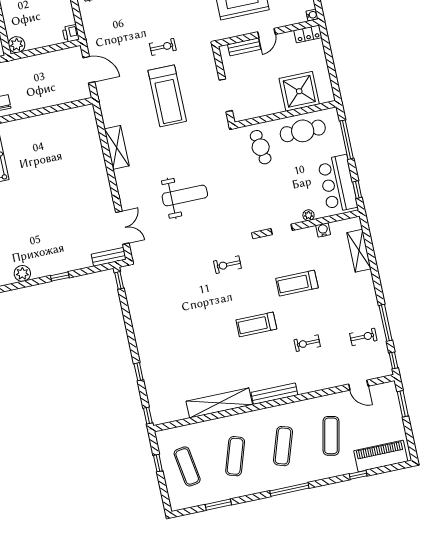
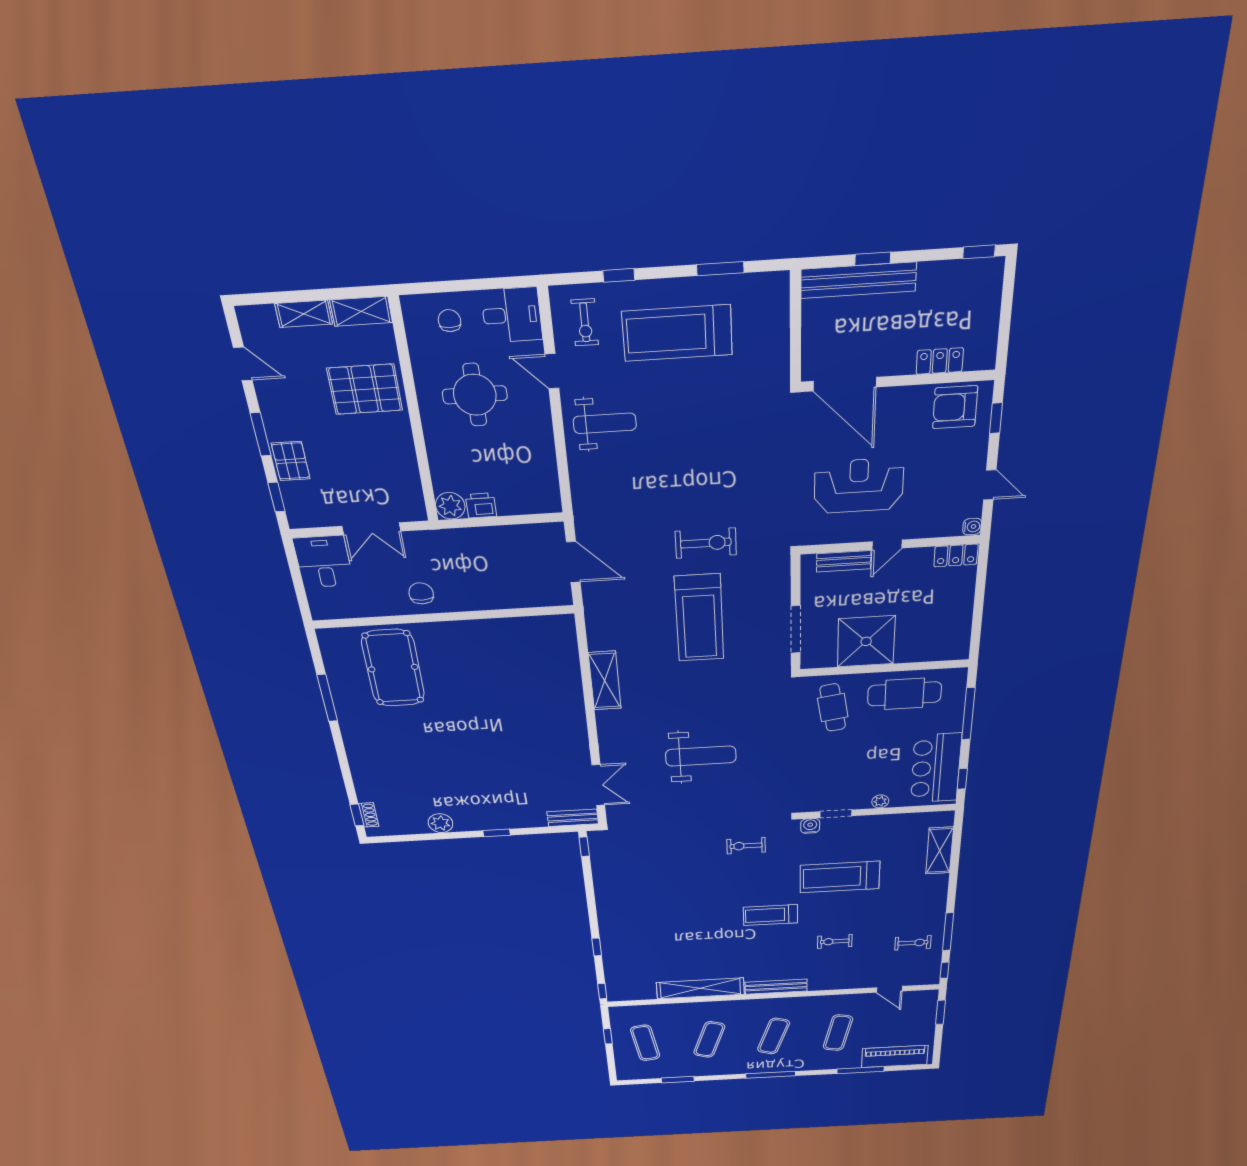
printer: (71, 33) -> (481, 505), moved, turned 90
exercise bike: (163, 47) -> (706, 543), width x1.38, depth x1.39
shower: (299, 91) -> (866, 641), moved
water cooler: (323, 230) -> (810, 826), moved
treadmill: (297, 283) -> (840, 877), width x1.37, depth x1.37
window: (358, 475) -> (861, 1070), width x2.17

